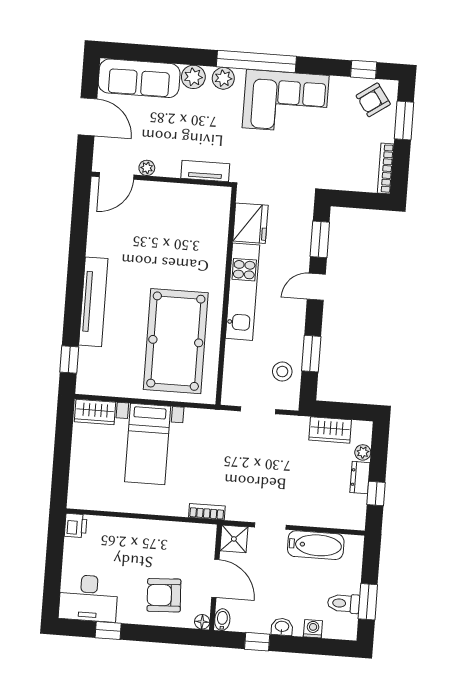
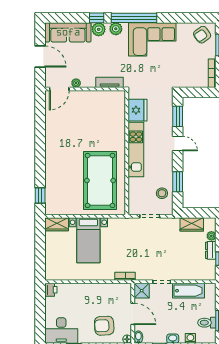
window: (364, 70) -> (97, 18), moved
door: (316, 287) -> (178, 144), swing flipped
tv unit: (93, 302) -> (51, 162), removed

